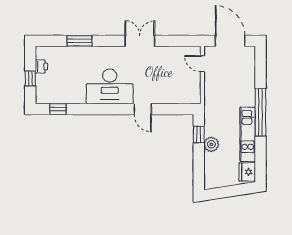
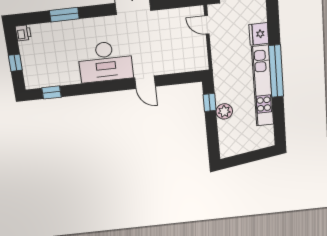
printer: (41, 66) -> (23, 33), moved
kitchen unit: (248, 134) -> (263, 86), width x1.36
fridge: (247, 172) -> (259, 34), moved

